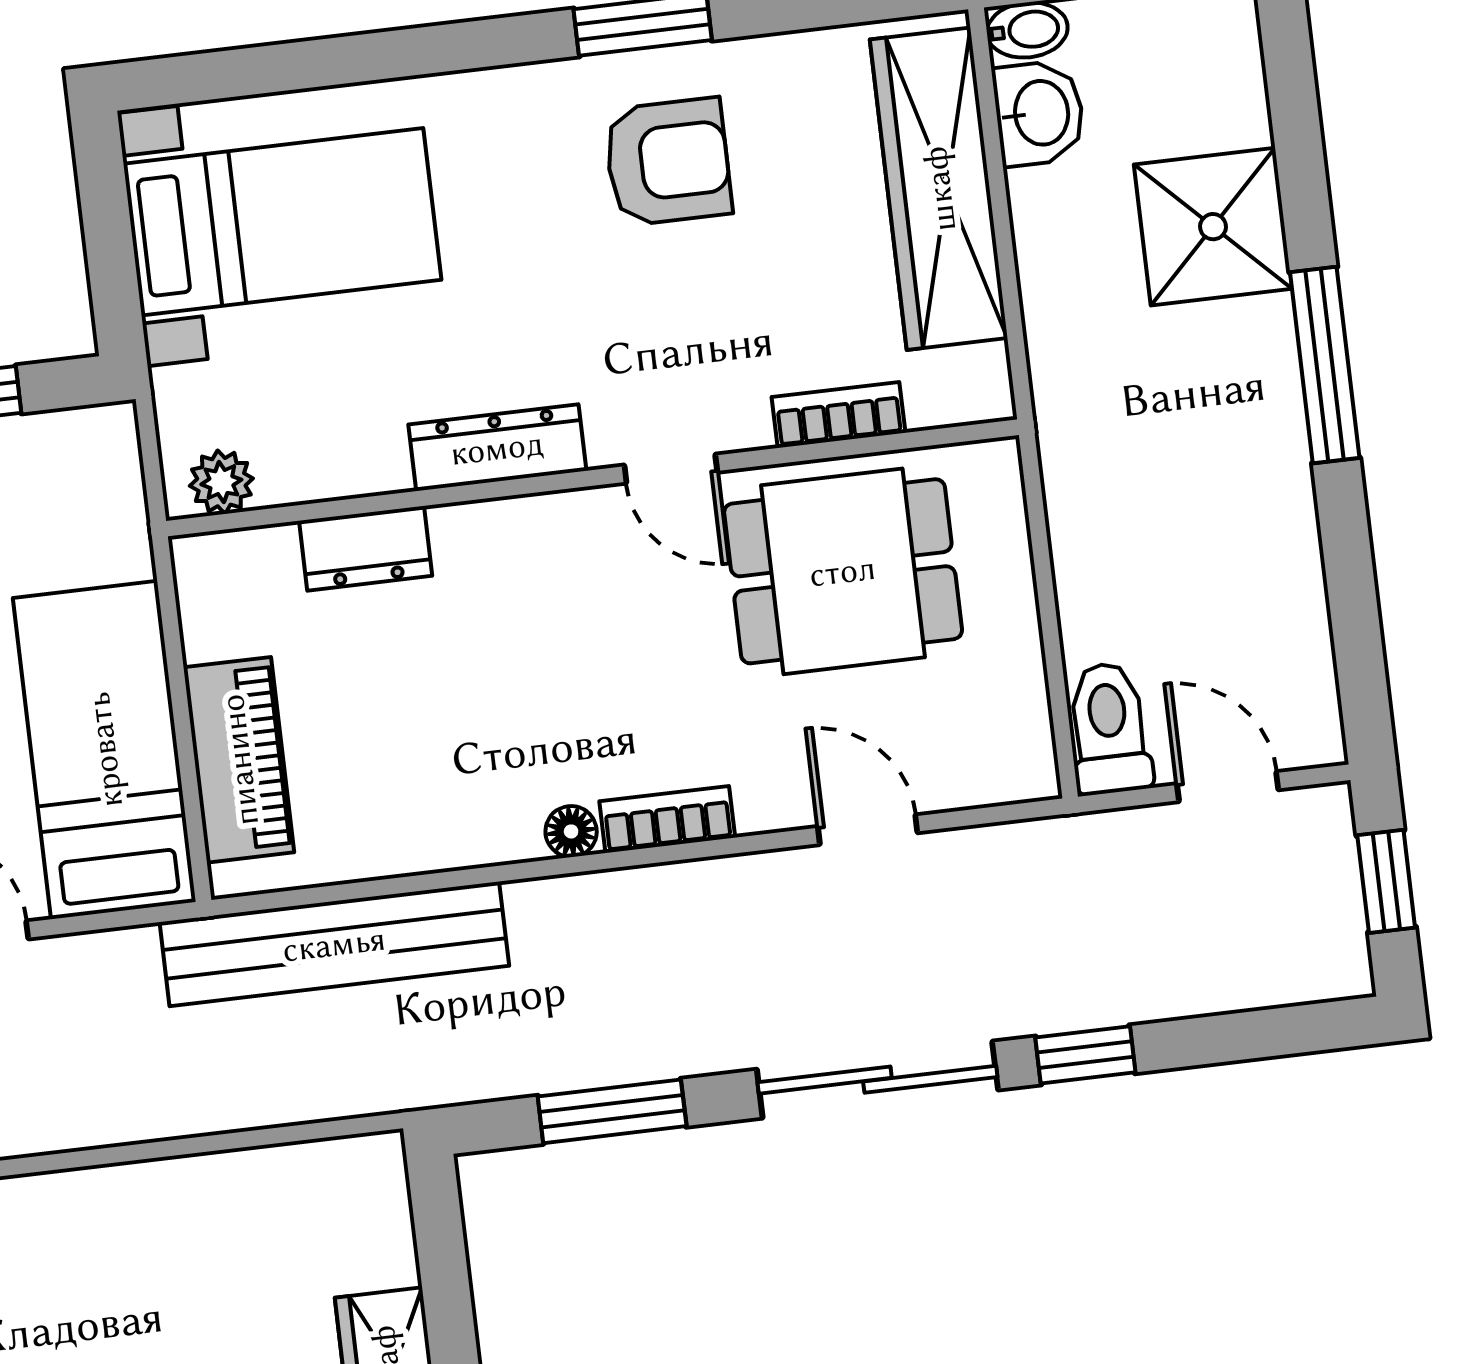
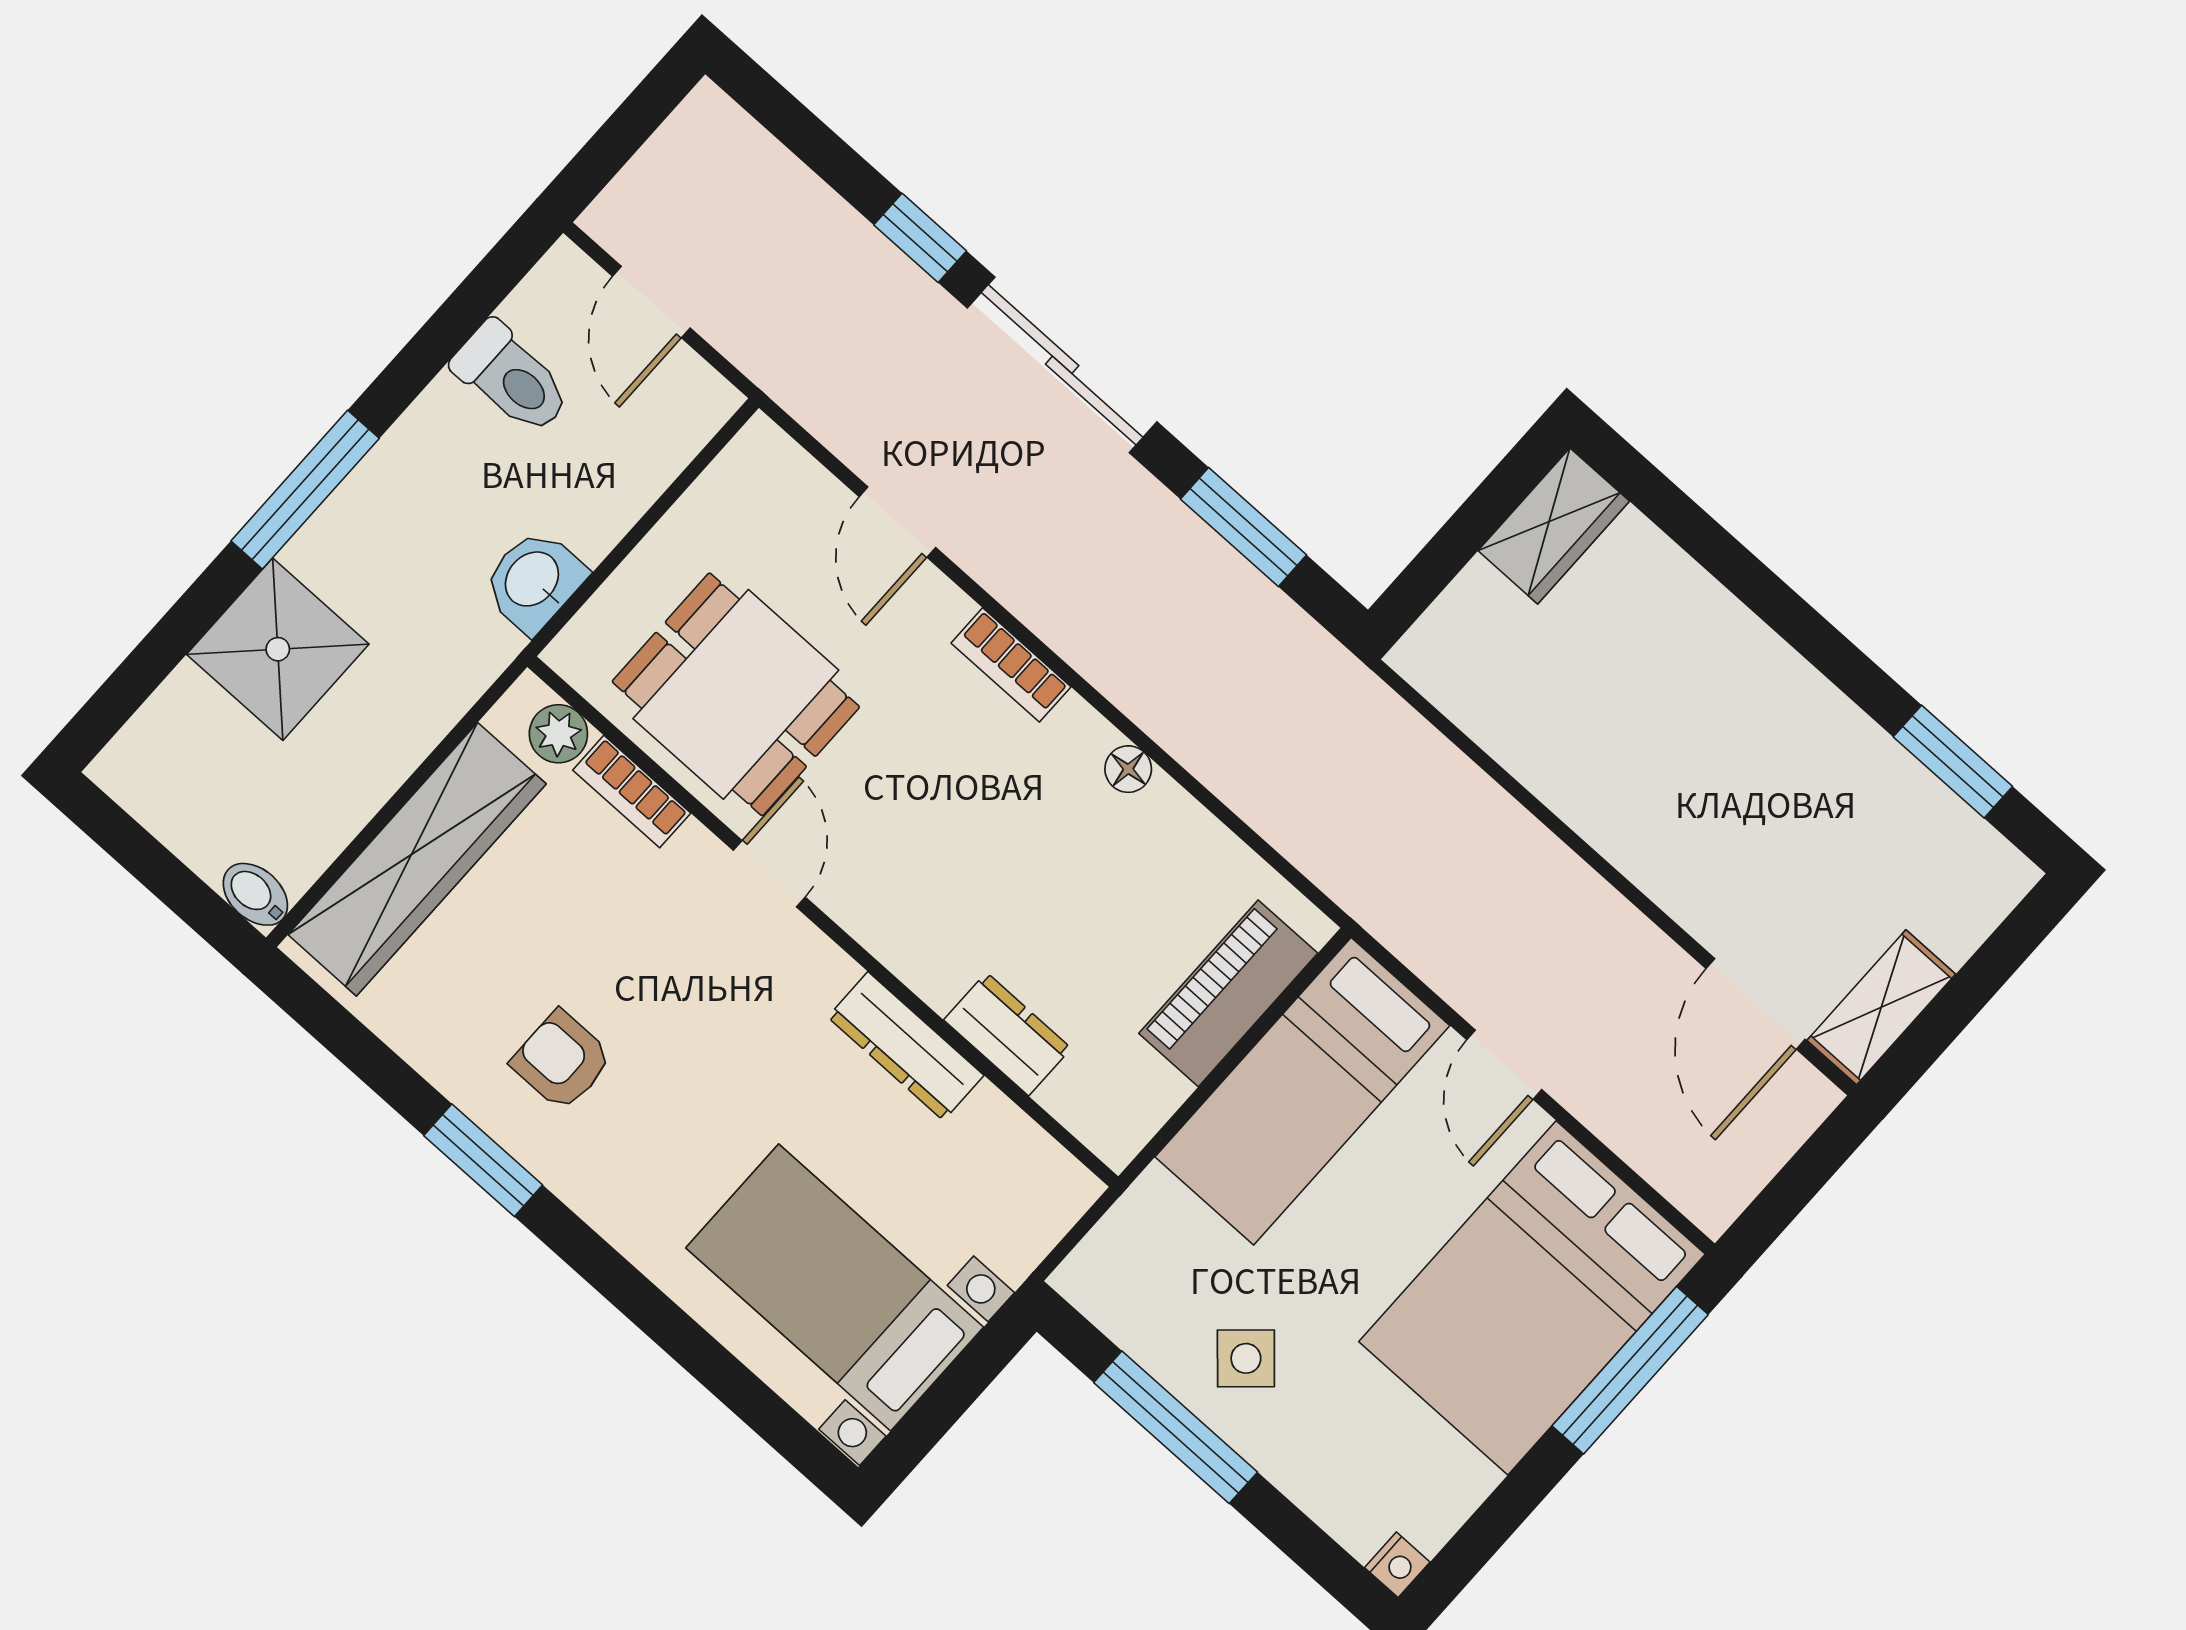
washbasin: (1039, 113) -> (534, 581), moved
armchair: (668, 162) -> (562, 1060), width x0.72, depth x0.72
dresser: (497, 448) -> (906, 1046), moved
plant: (221, 482) -> (558, 734), moved
toilet: (1109, 728) -> (512, 378), moved, turned -90
floor lamp: (571, 831) -> (1128, 769), moved
window: (1386, 881) -> (621, 137), removed
bench: (334, 944) -> (1296, 817), removed

